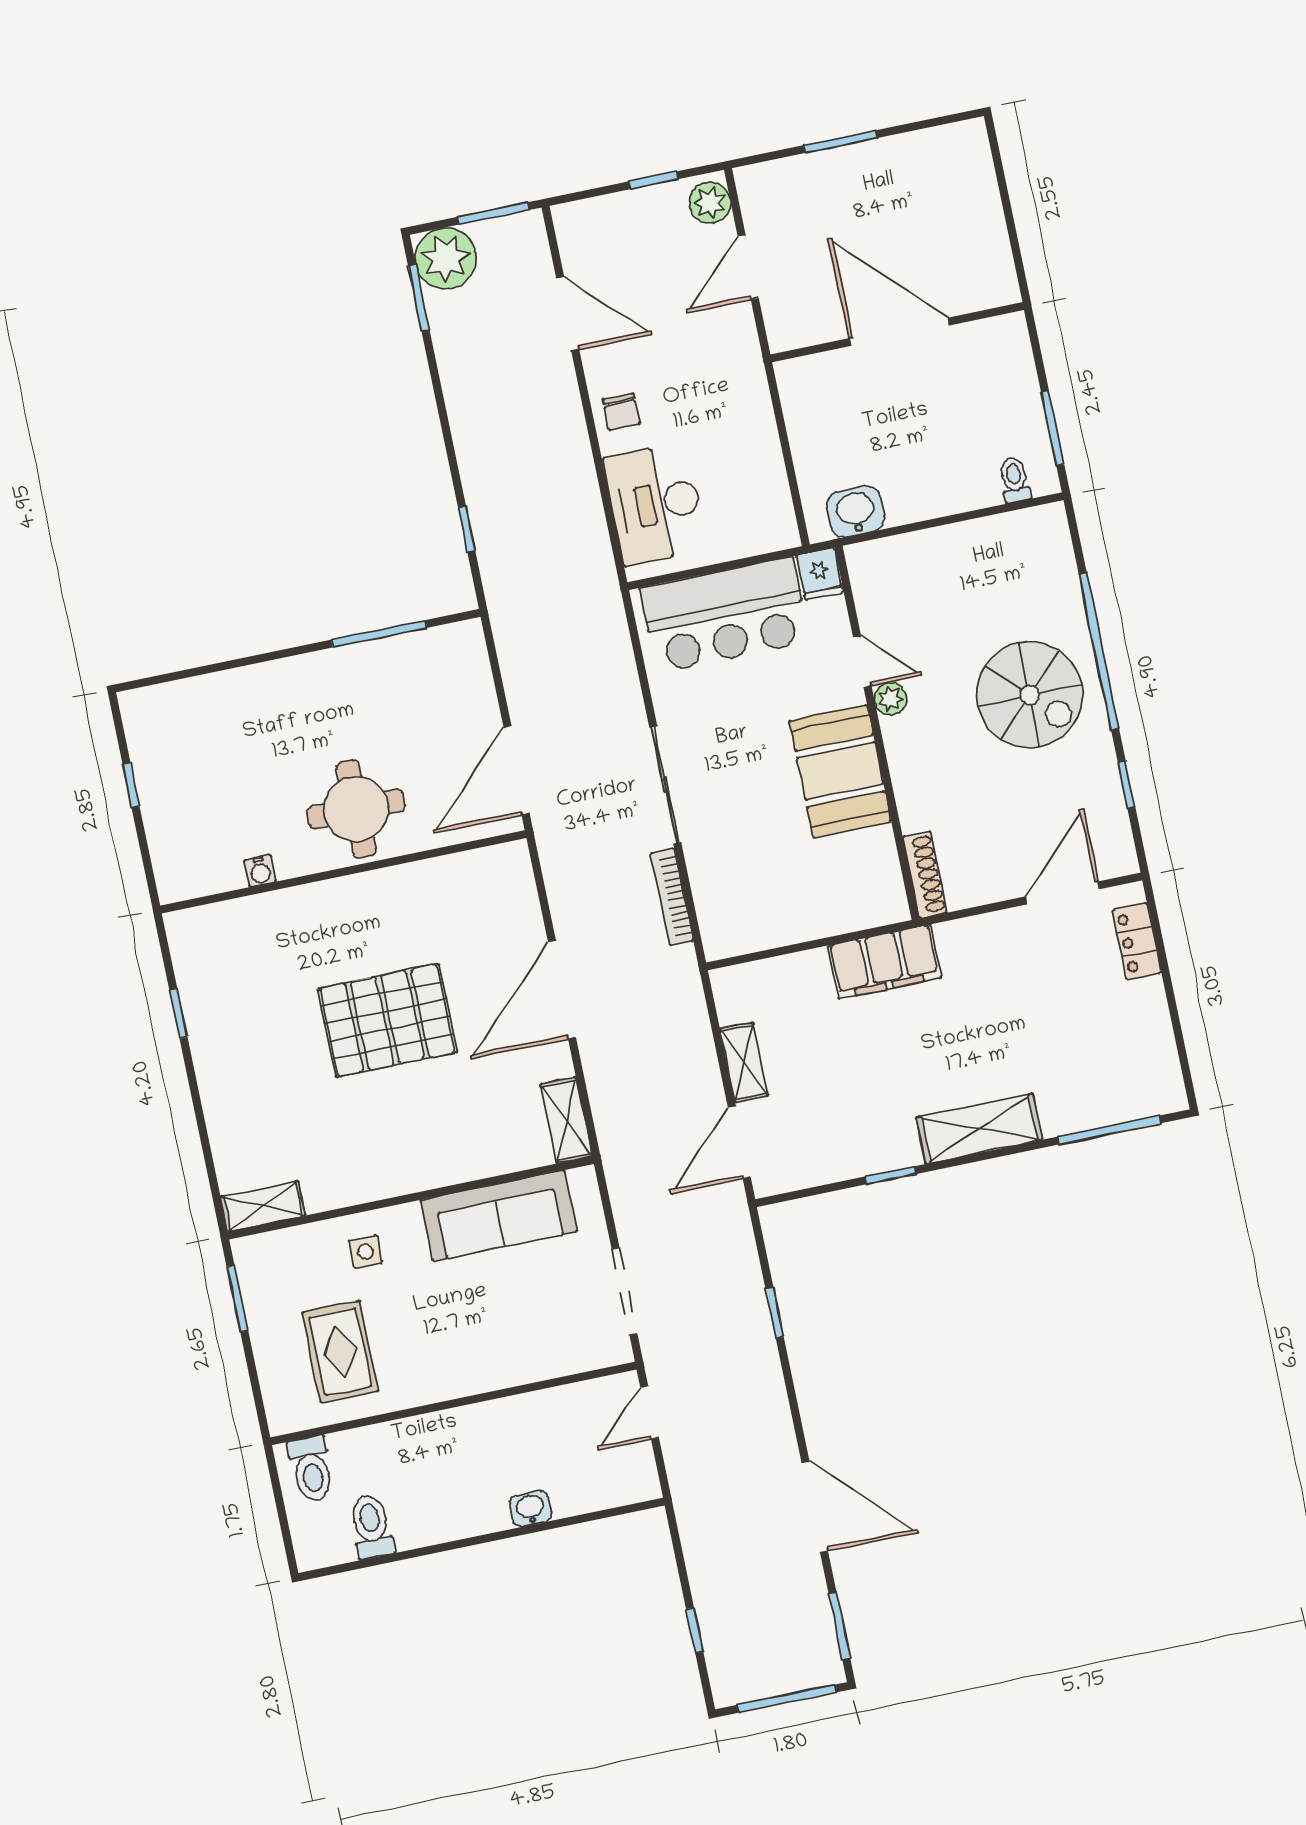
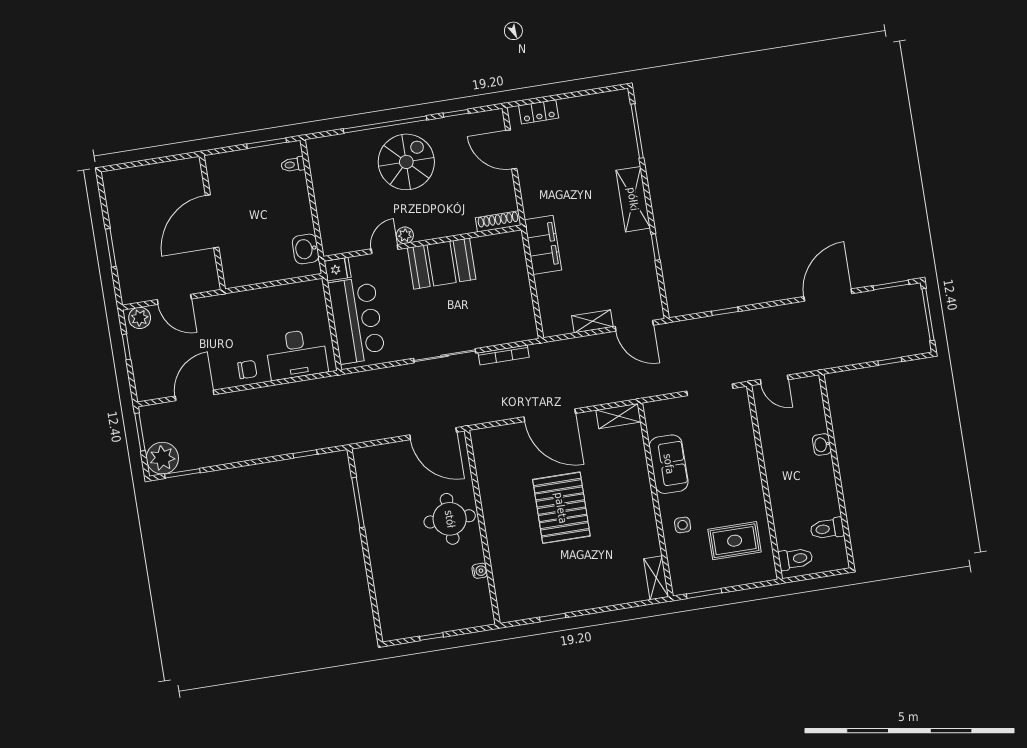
sofa: (499, 1216) -> (669, 464), width x0.73

